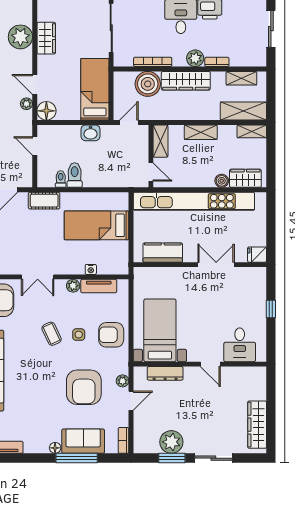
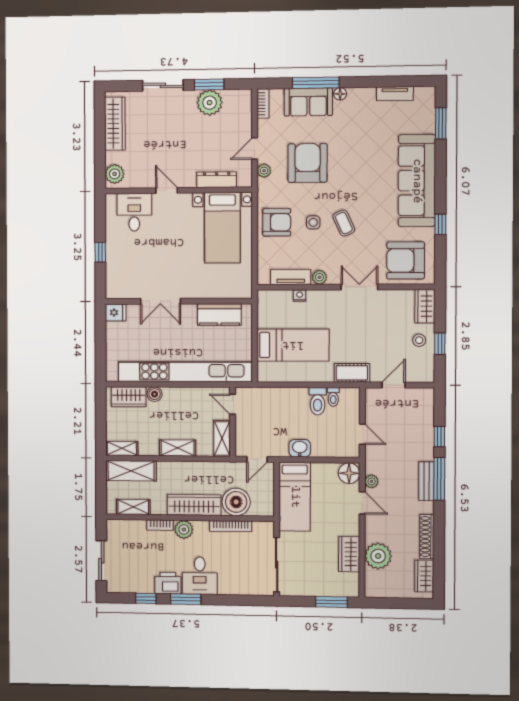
plant: (258, 379) -> (115, 174), added

